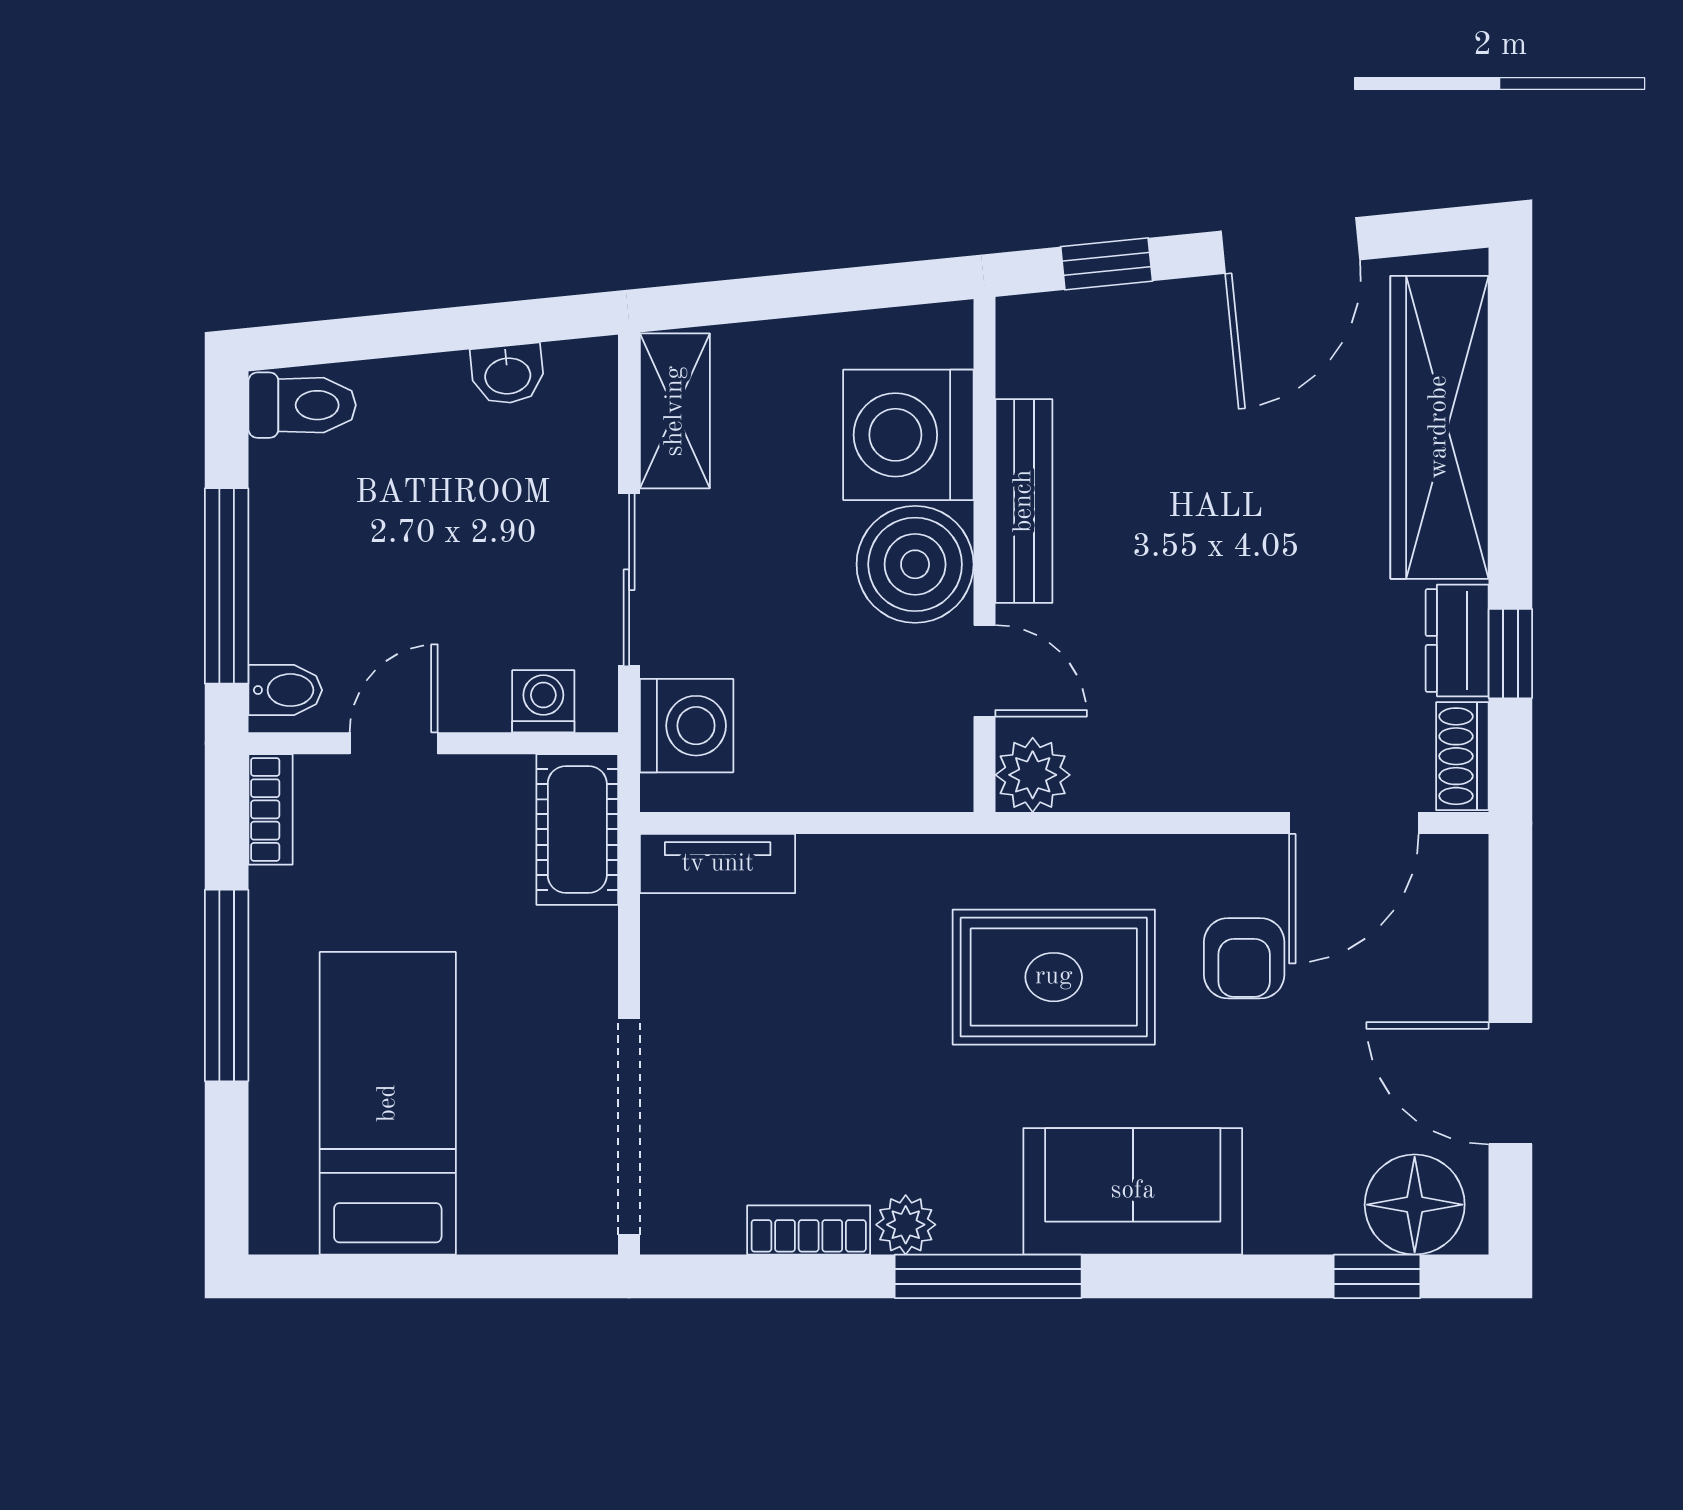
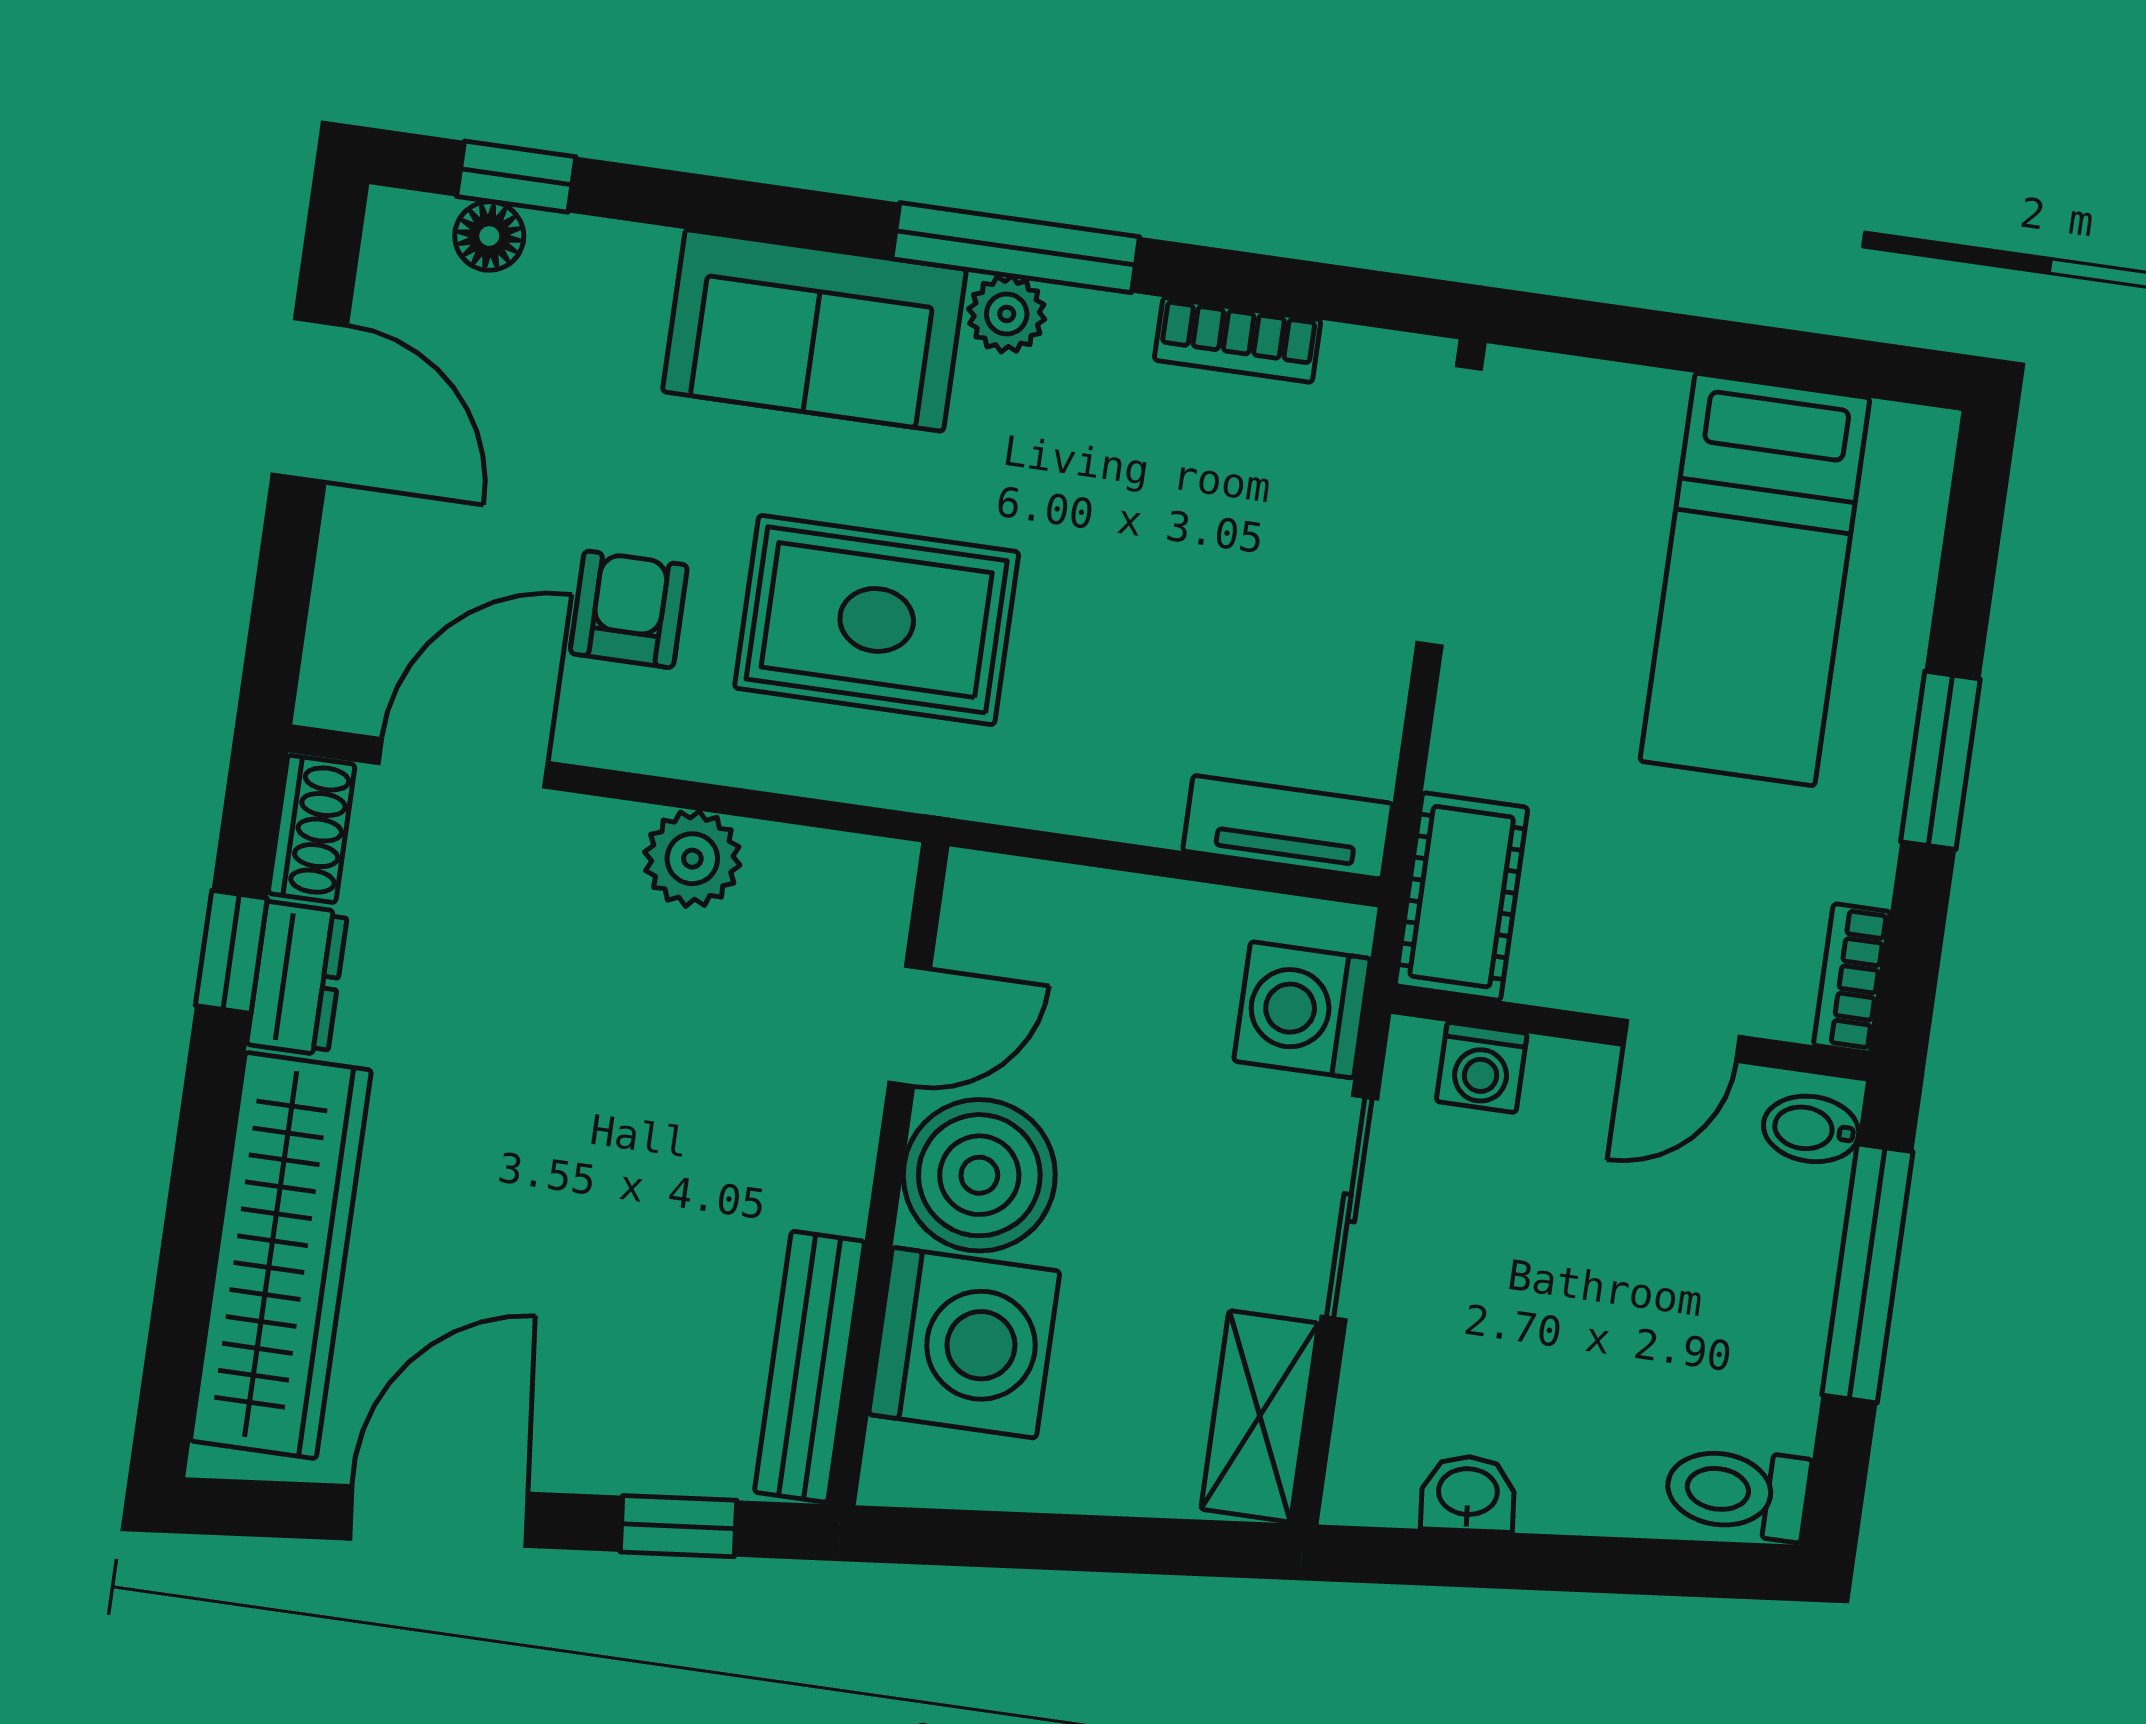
bench: (1024, 501) -> (809, 1367), moved
door: (984, 671) -> (910, 1026), swing flipped
plant: (1033, 775) -> (692, 859), moved
window: (227, 985) -> (1940, 760), width x0.69
floor lamp: (1415, 1205) -> (489, 236), width x0.53, depth x0.53
plant: (906, 1225) -> (1007, 314), moved

